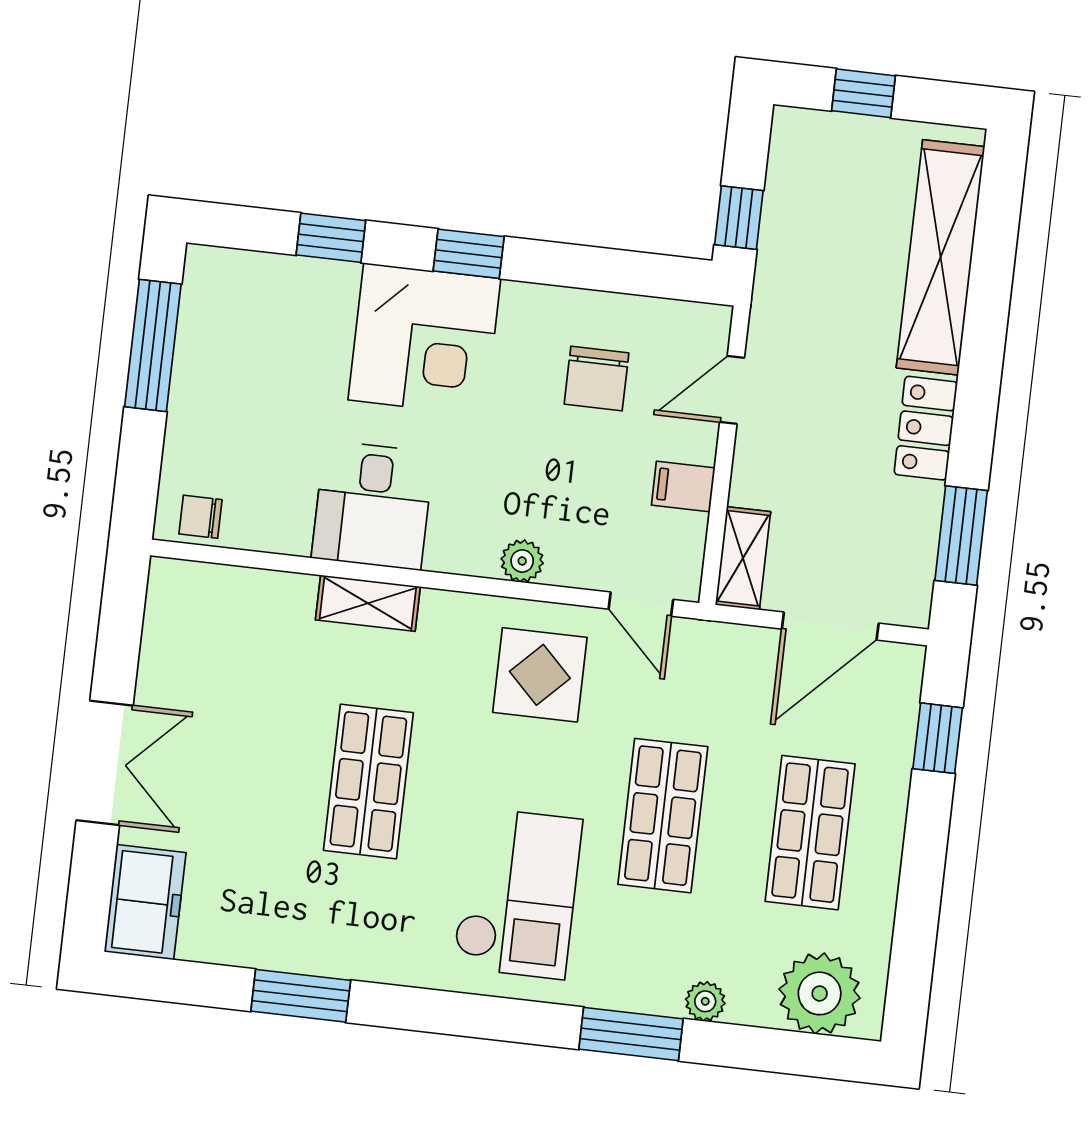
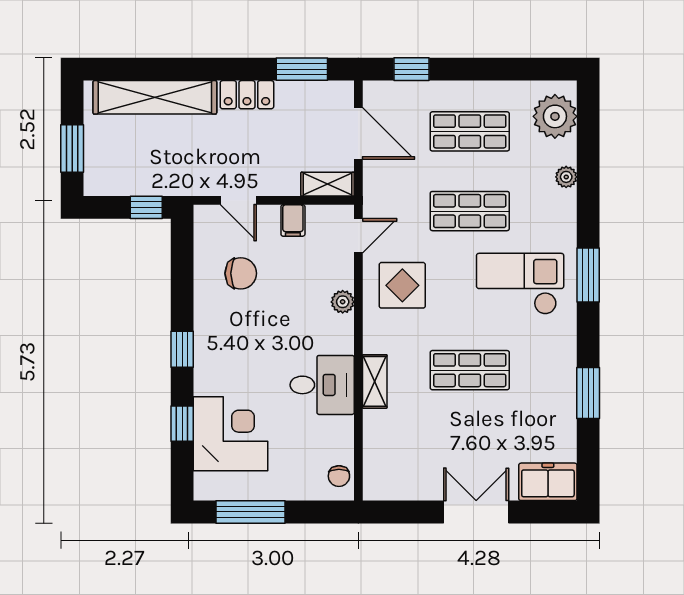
window: (864, 93) -> (72, 149), width x1.50
corner desk: (424, 339) -> (230, 434), moved
window: (631, 1034) -> (588, 275), moved

